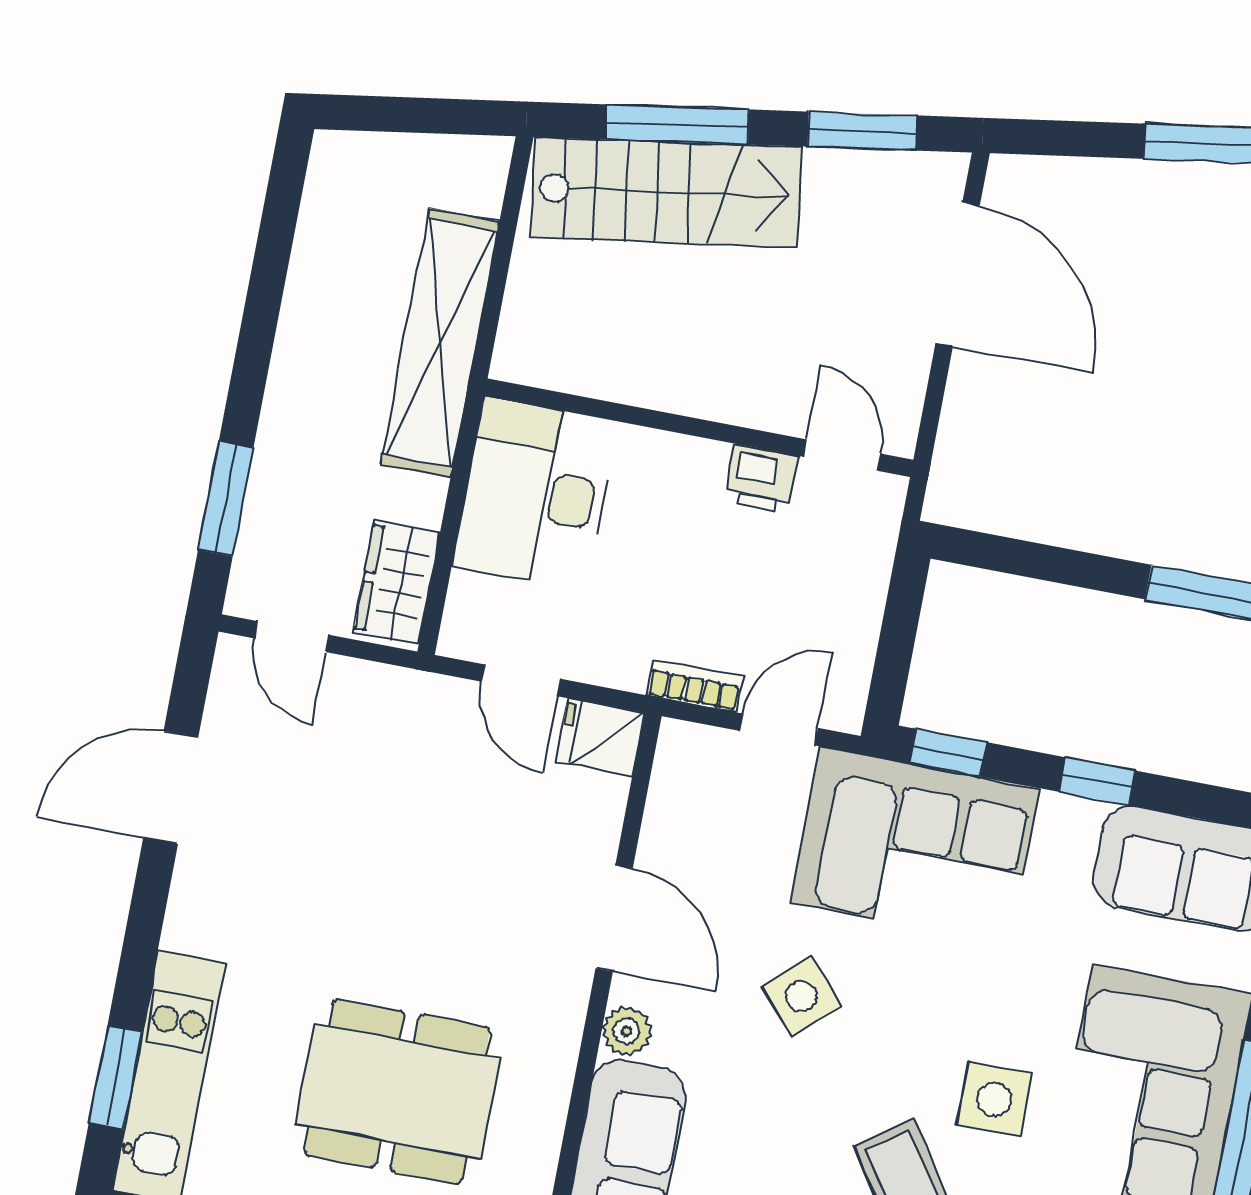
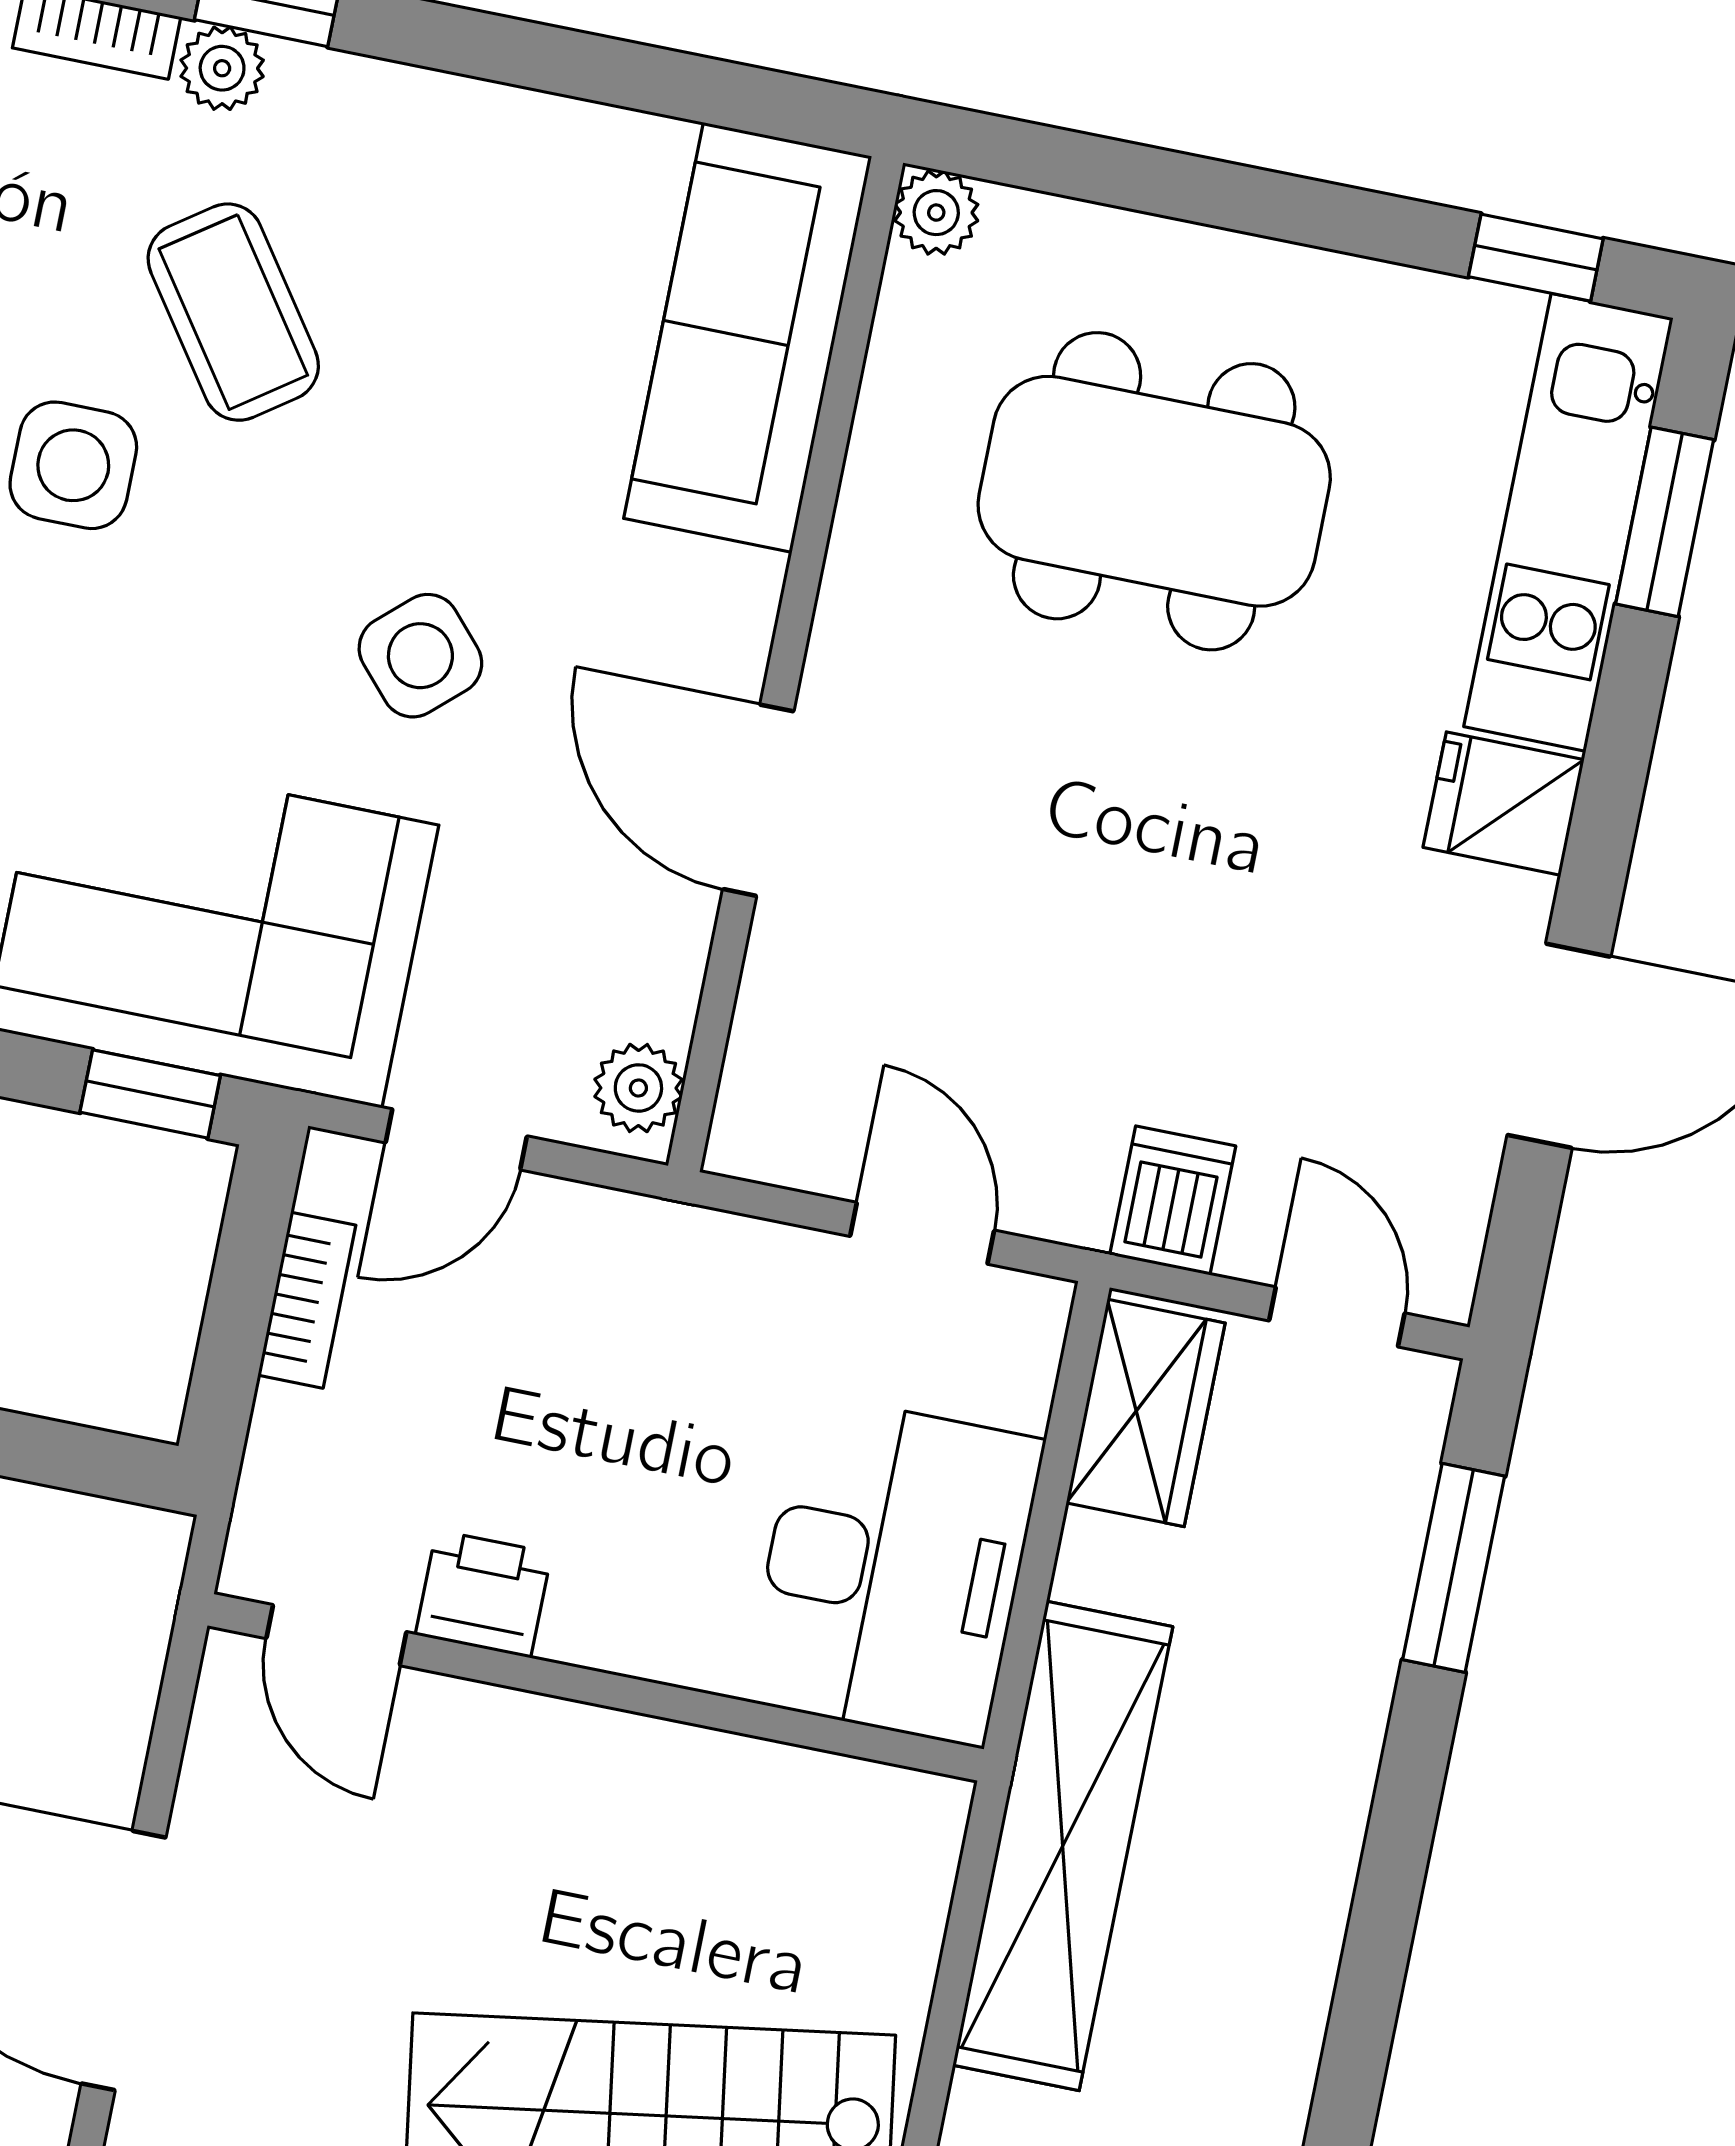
bookcase: (695, 686) -> (307, 1300), moved, turned -90
dishwasher: (383, 700) -> (1173, 1200), added
fridge: (600, 737) -> (1504, 804), moved, turned 180
plant: (627, 1031) -> (638, 1088), moved

